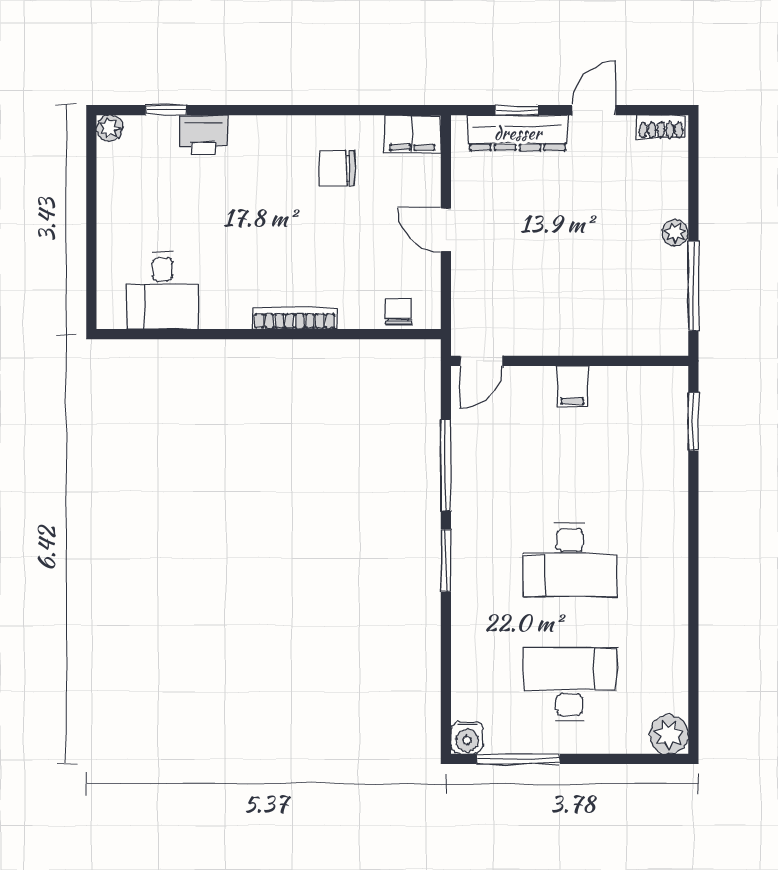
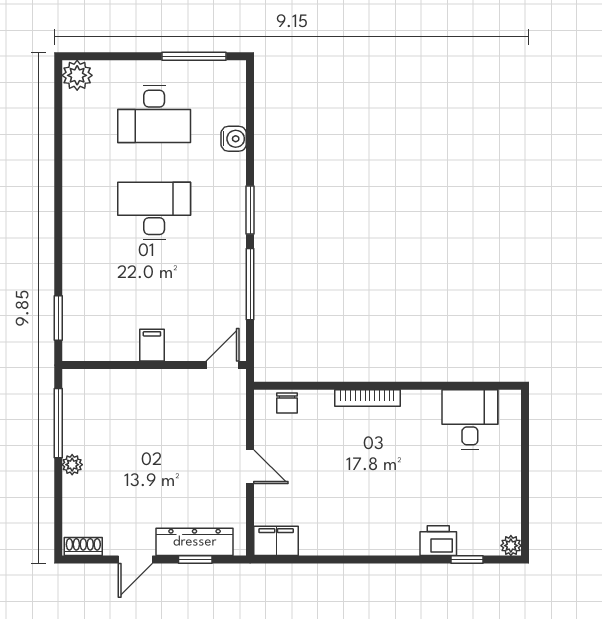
chair: (337, 168) -> (334, 515), removed
water cooler: (467, 738) -> (234, 139), moved, turned 90

